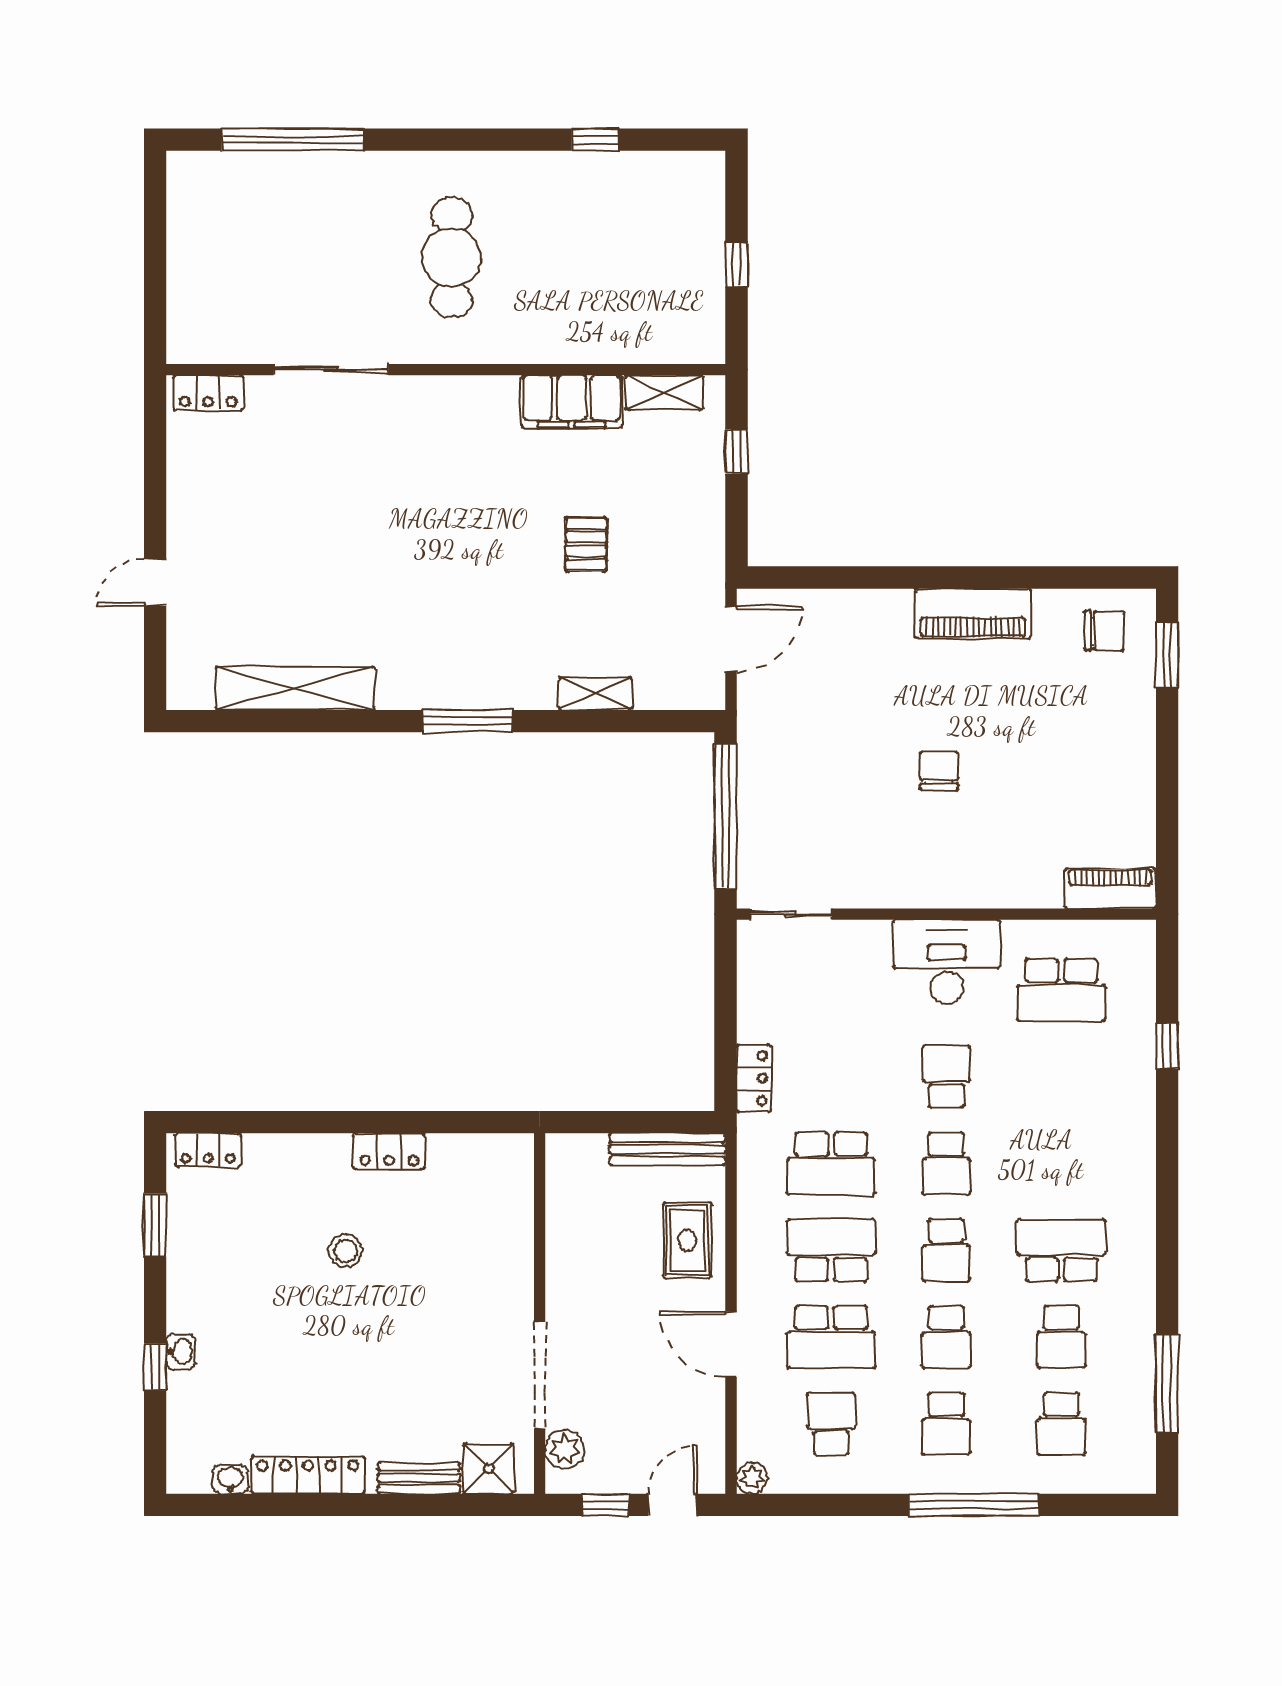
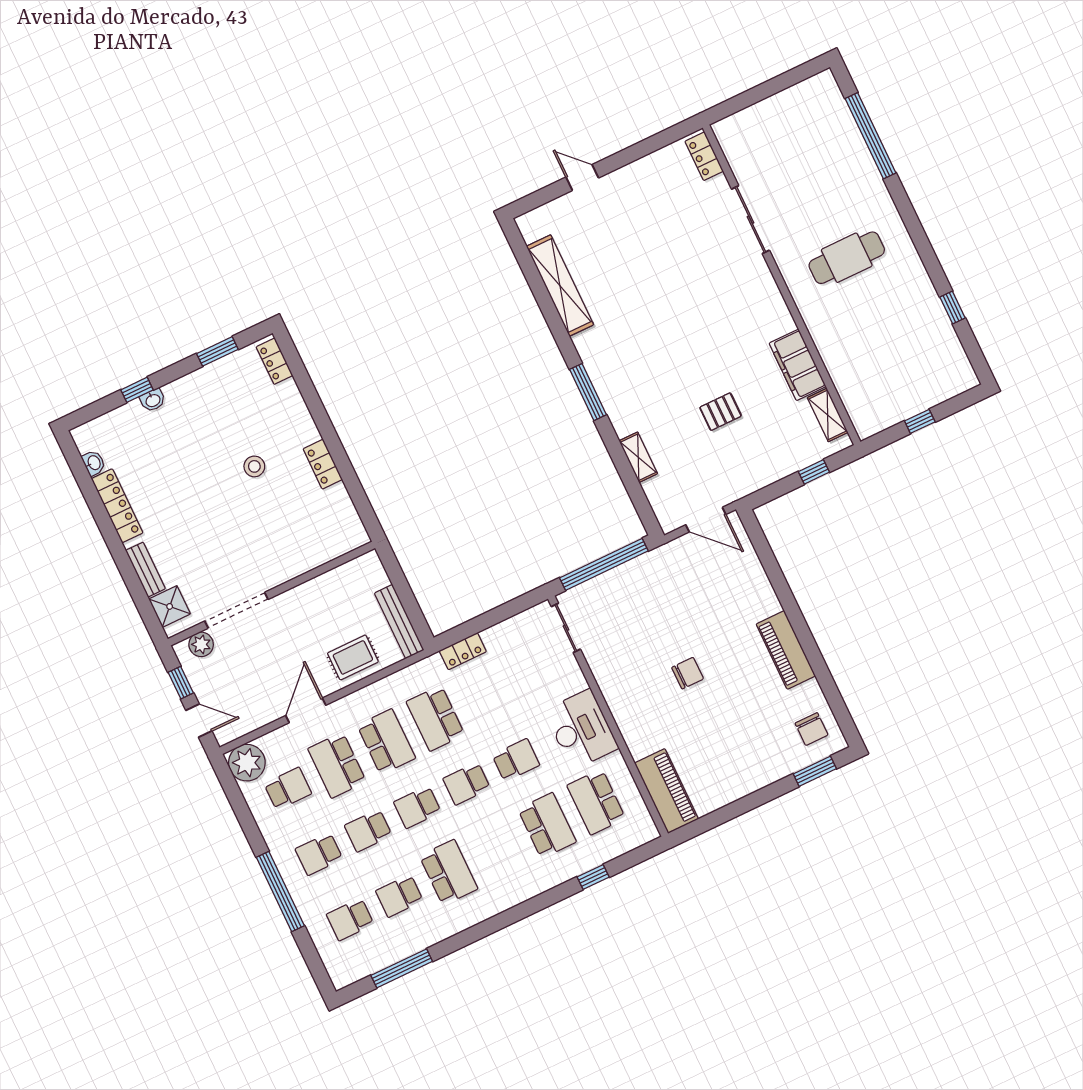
piano: (1110, 888) -> (666, 791), width x1.37, depth x1.33
school desk: (1061, 1077) -> (547, 825), added
plant: (752, 1478) -> (247, 763), width x1.87, depth x1.87

